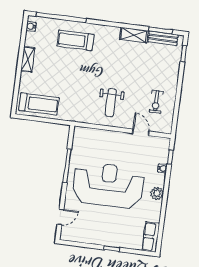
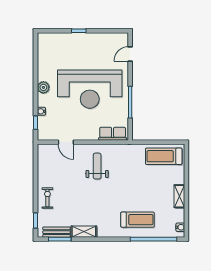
exercise bike: (156, 102) -> (47, 198), moved
row of seats: (151, 237) -> (113, 134), moved, turned -90

